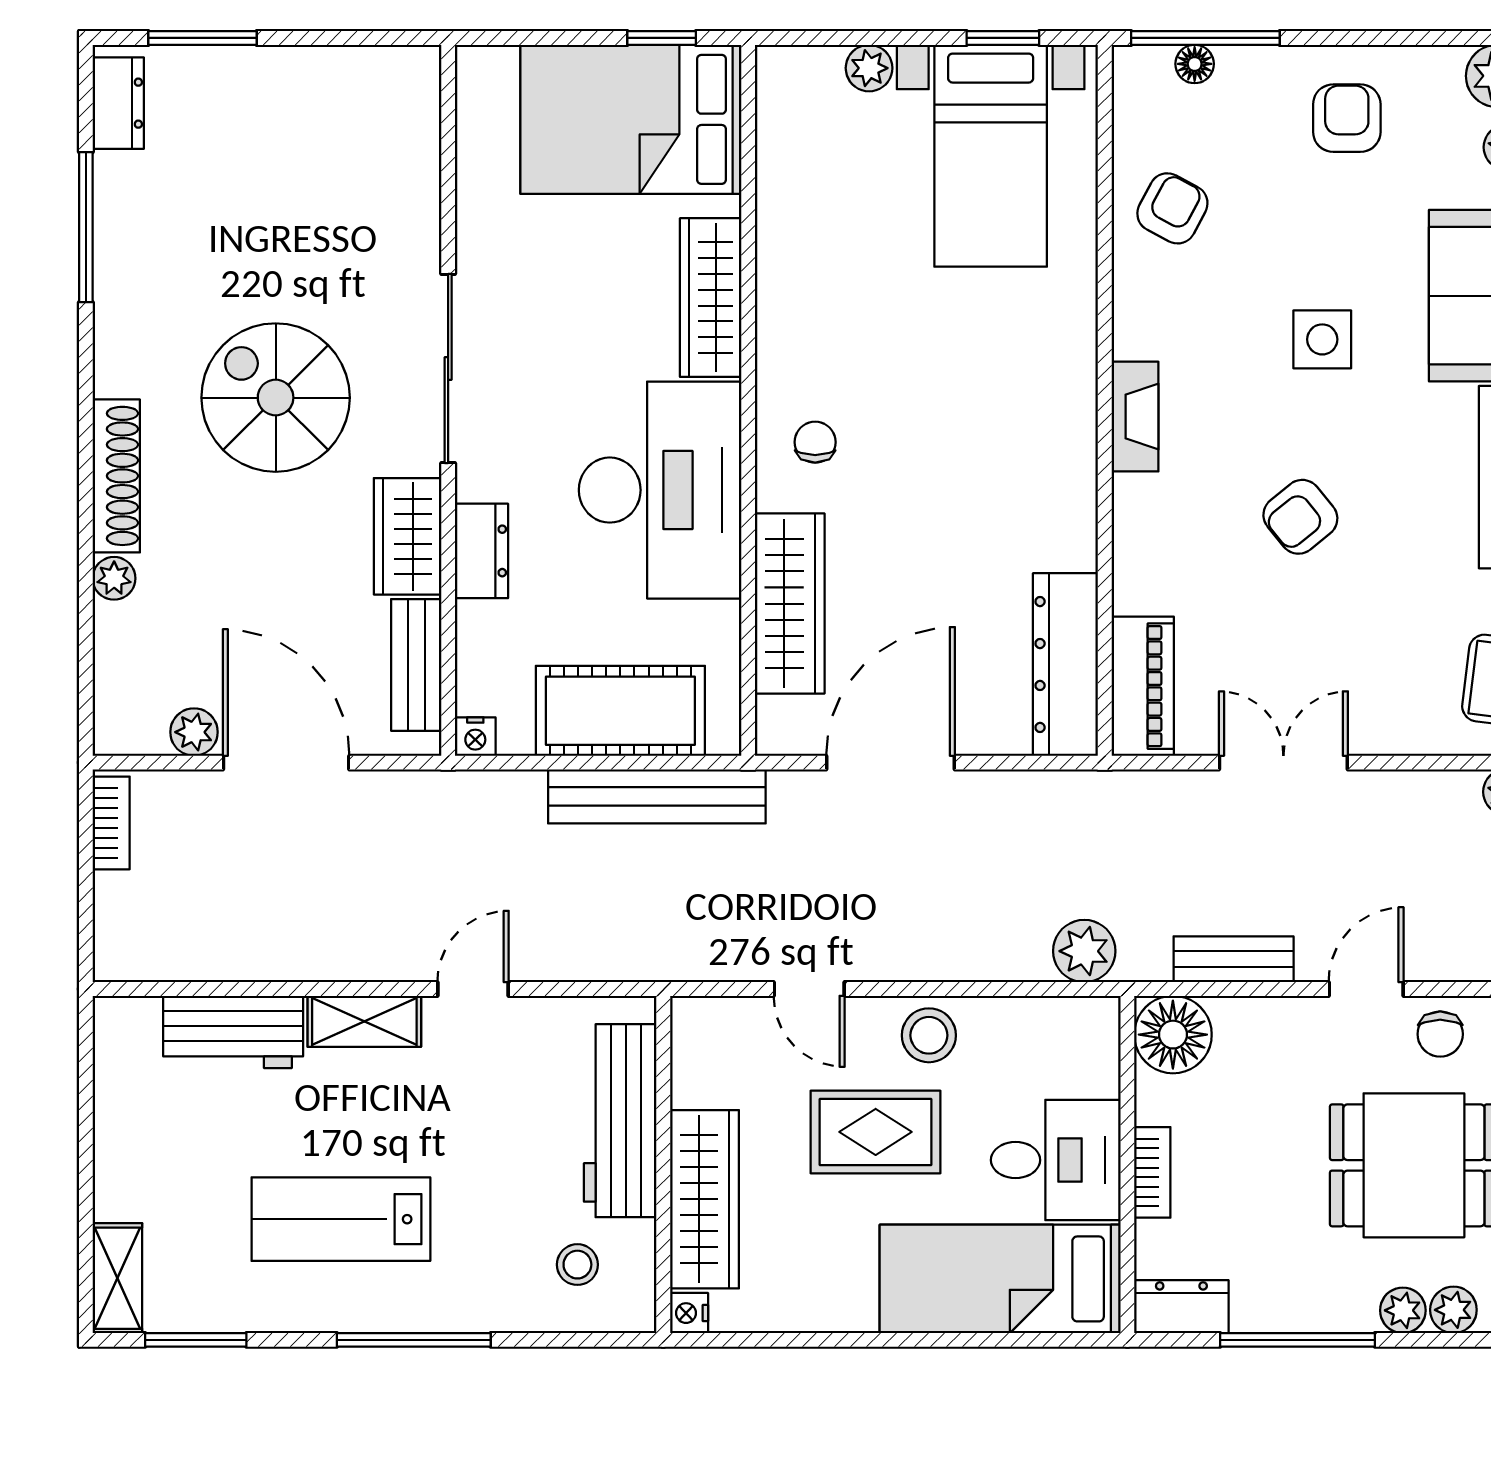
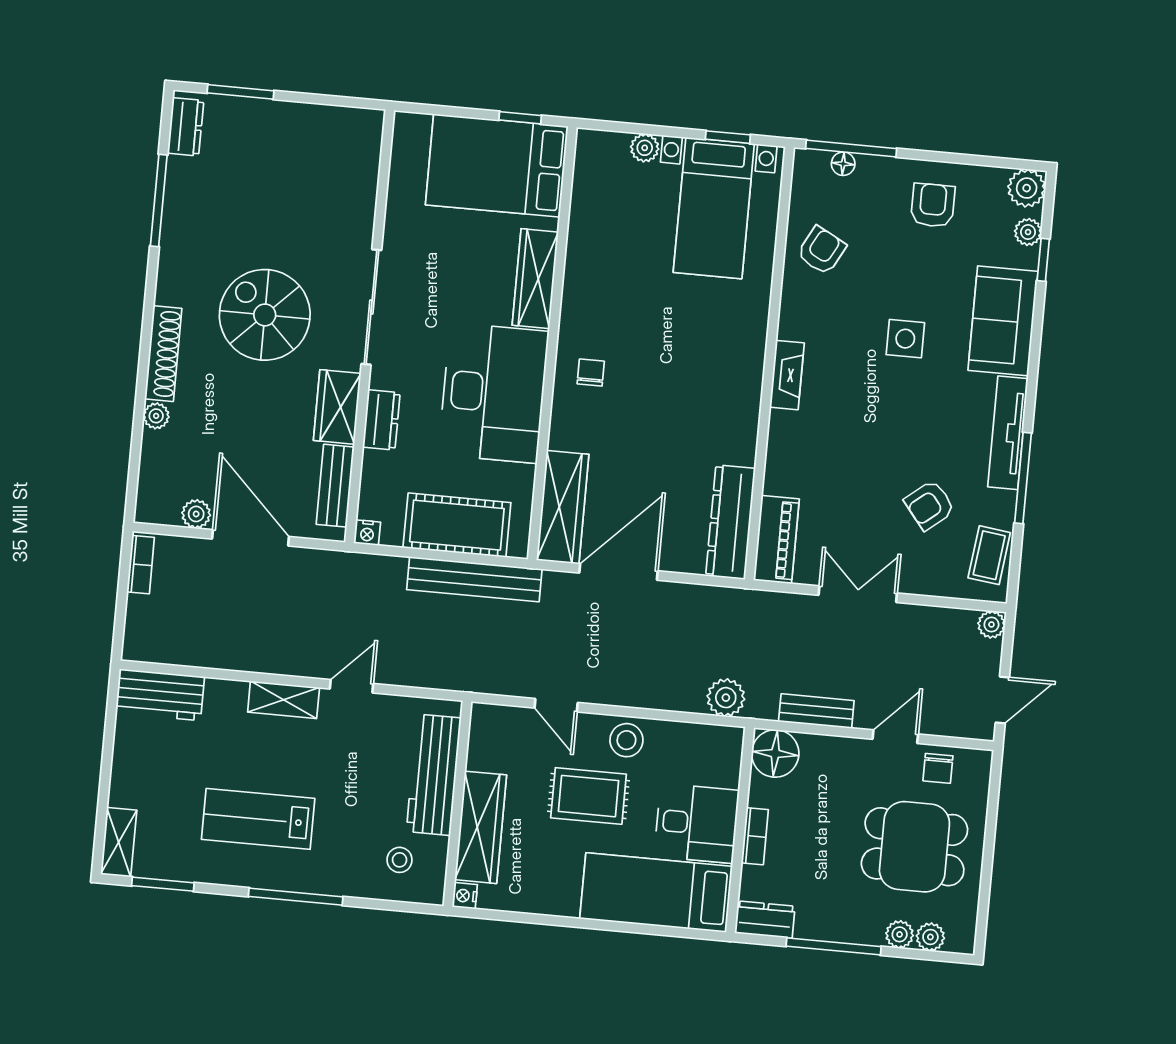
armchair: (1300, 517) -> (930, 505), moved
wardrobe: (790, 604) -> (563, 507), moved
workbench: (233, 1032) -> (160, 695), moved

